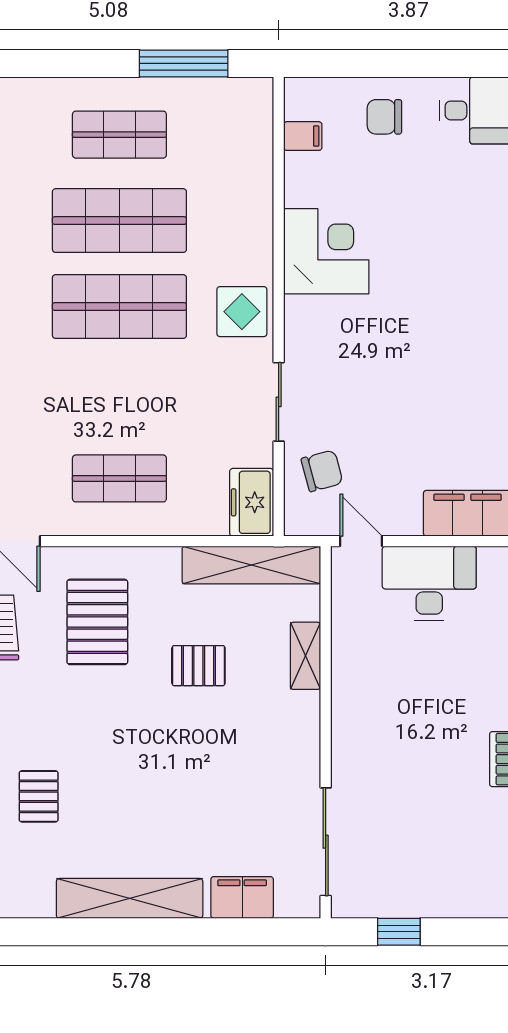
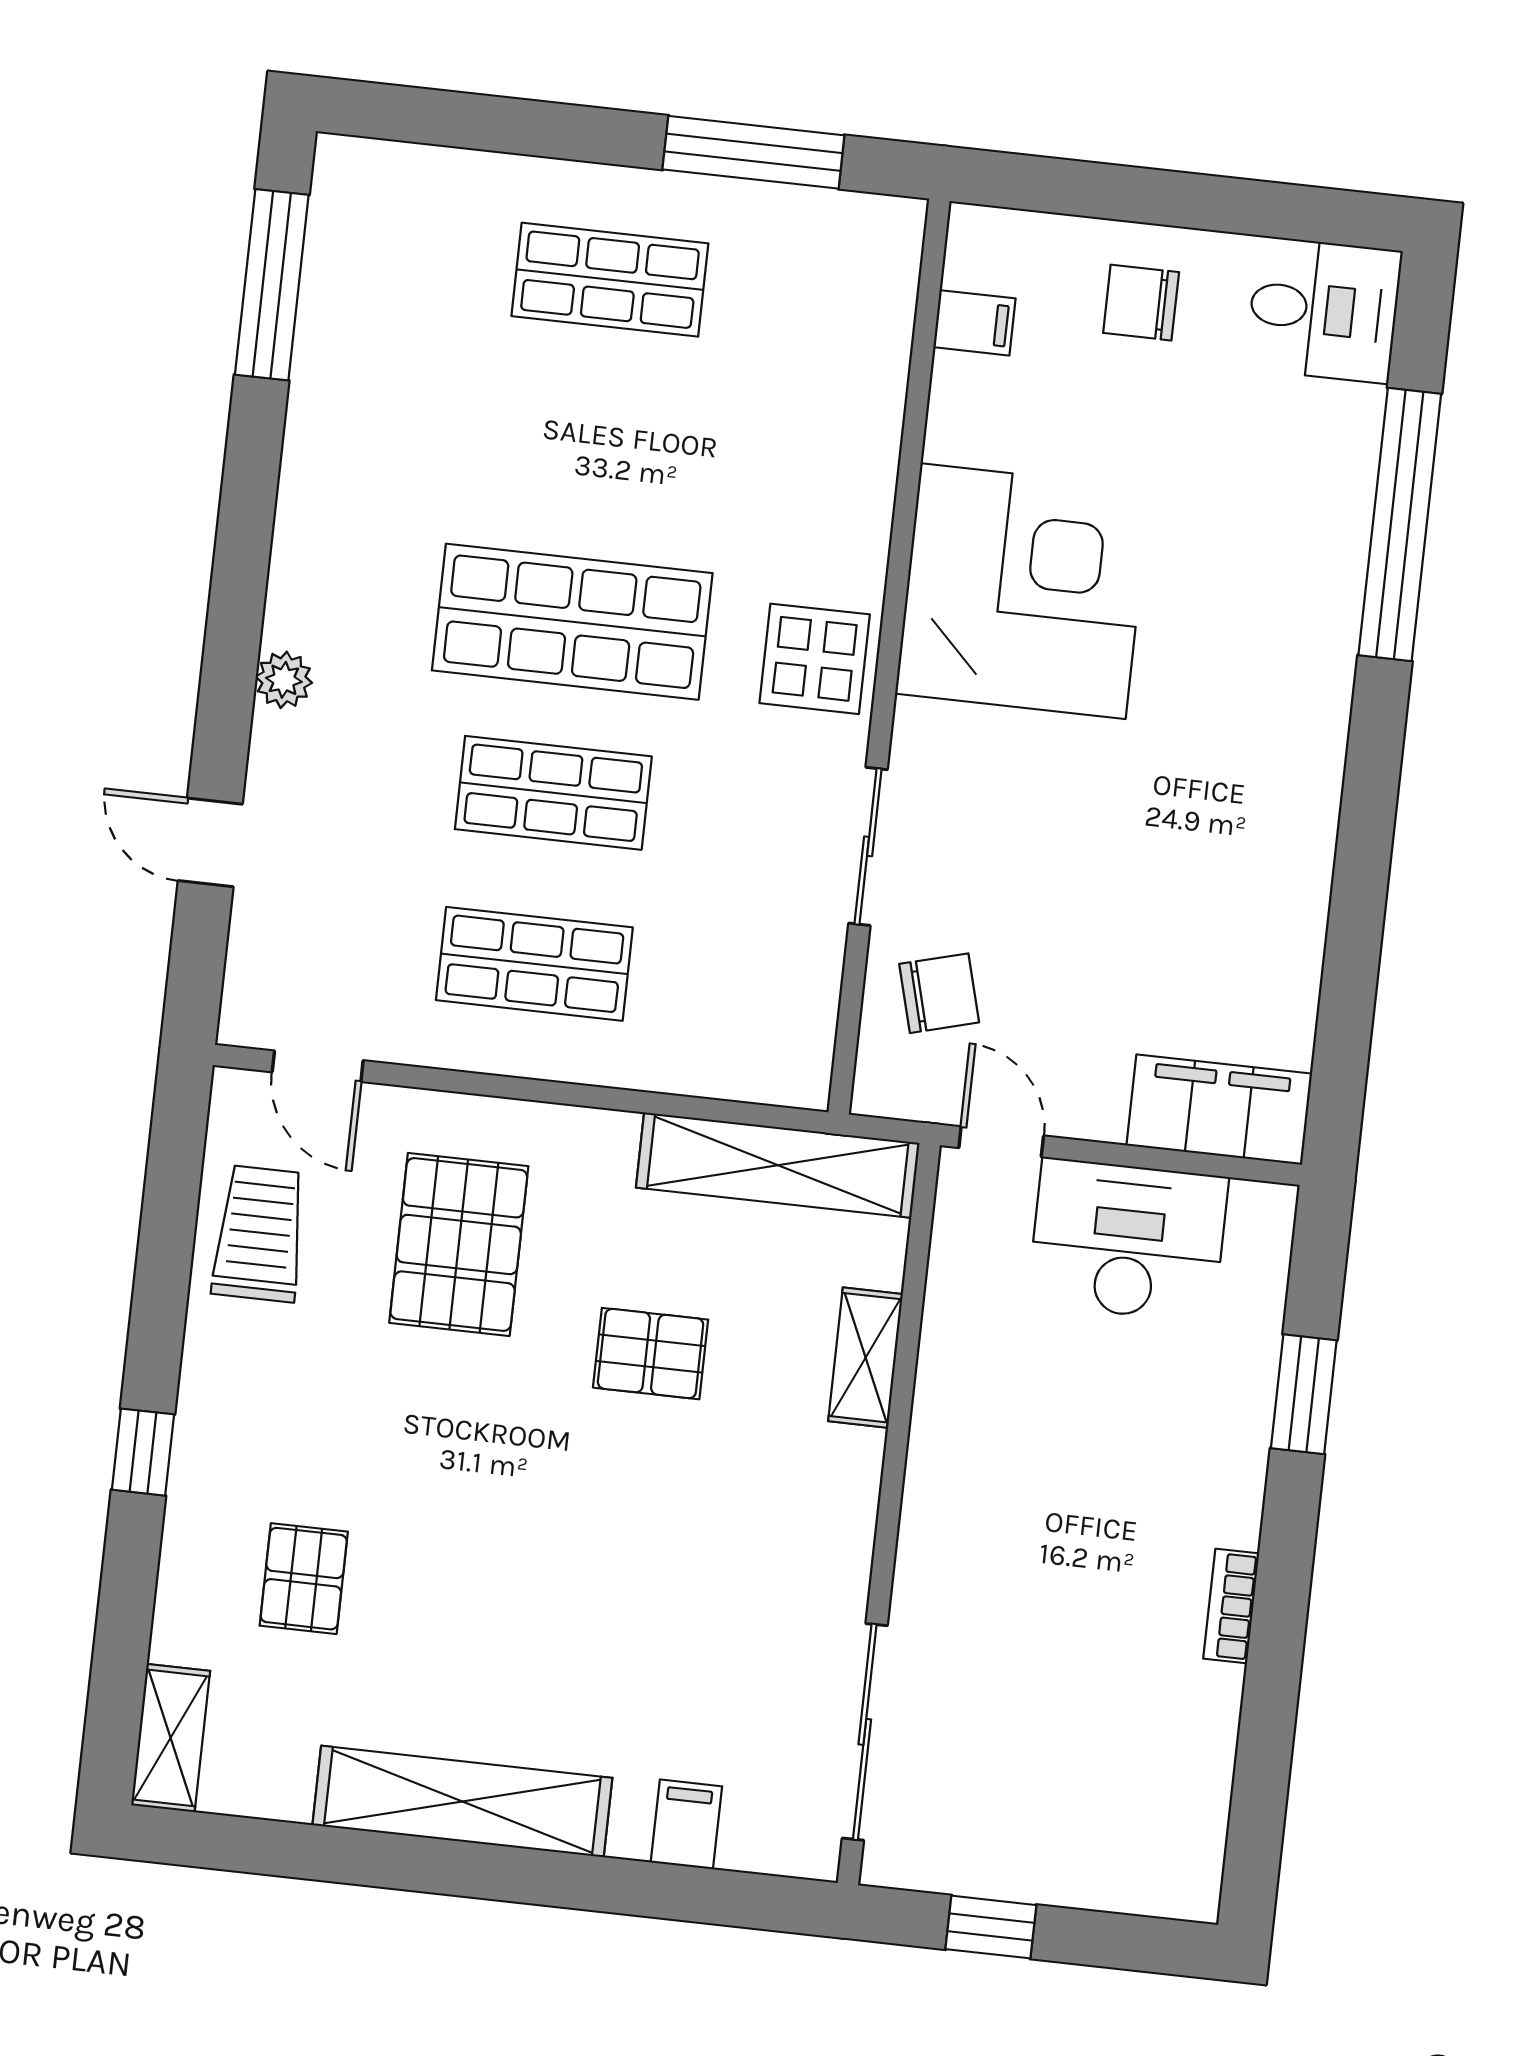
shop shelf: (119, 221) -> (553, 793), moved, width x0.70, depth x0.74
corner desk: (326, 251) -> (1023, 591), width x1.36, depth x1.36
freezer: (252, 502) -> (792, 1040), removed
filing cabinet: (242, 897) -> (686, 1824), width x0.50

